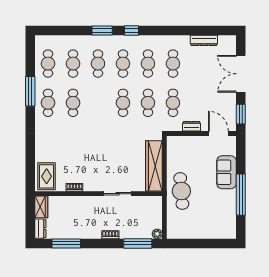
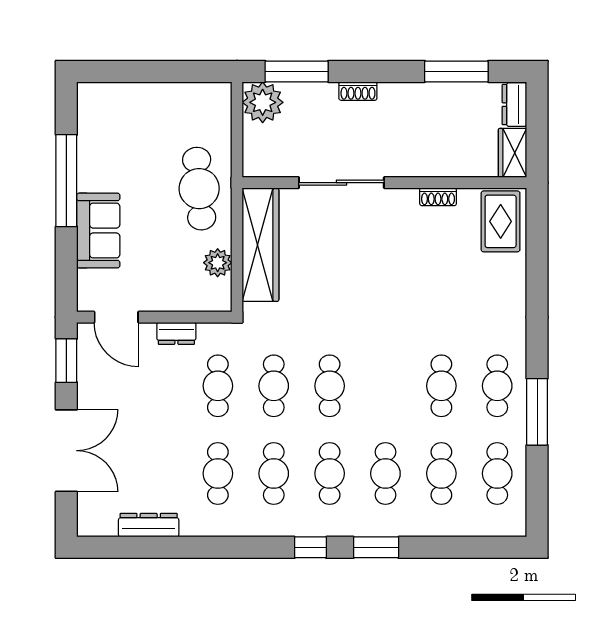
plant: (173, 158) -> (218, 263), added
sliding door: (118, 194) -> (341, 183), width x1.37
plant: (157, 234) -> (263, 102), width x1.88, depth x1.88

